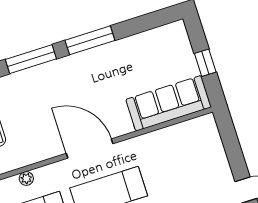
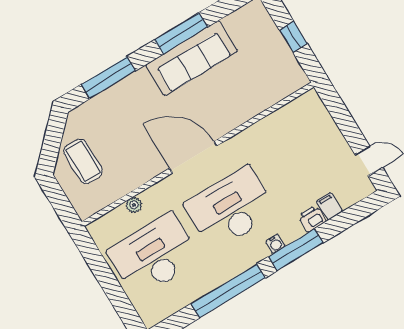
window: (90, 40) -> (181, 33), moved
sofa: (169, 103) -> (192, 58), moved, turned 180

